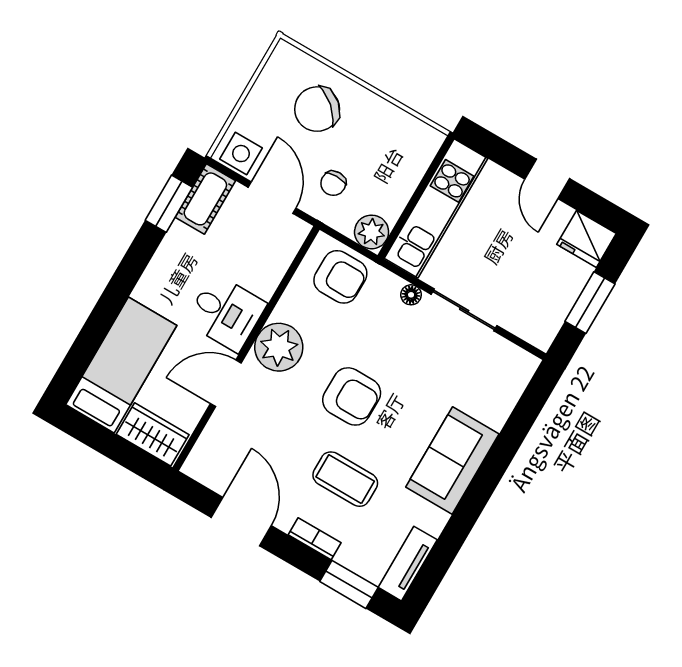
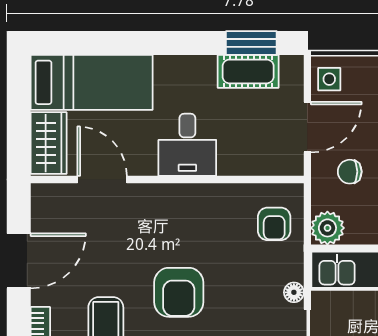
side table: (241, 154) -> (329, 79), width x0.73, depth x0.73
cot: (205, 199) -> (248, 71), moved
armchair: (340, 277) -> (274, 224), width x0.72, depth x0.72
plant: (279, 347) -> (184, 207), removed
door: (226, 383) -> (102, 180), moved

